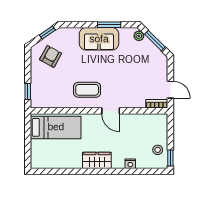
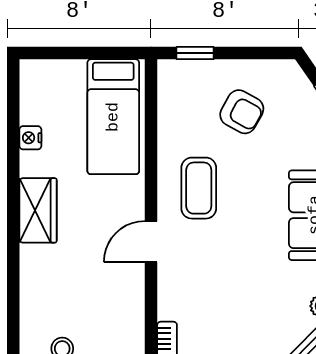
armchair: (51, 56) -> (242, 112), moved
nightstand: (130, 164) -> (30, 138), moved

